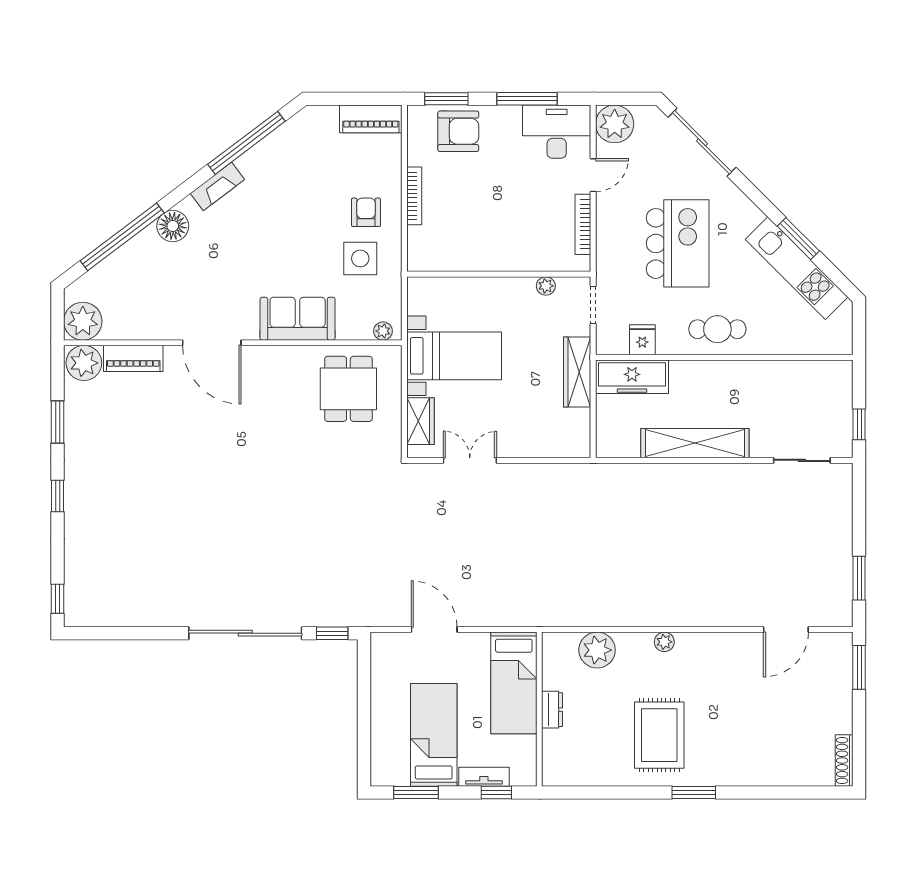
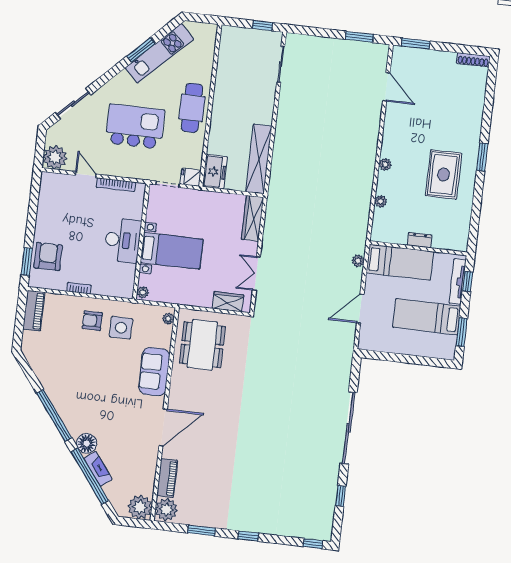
window: (527, 99) -> (33, 211), removed
desk: (557, 132) -> (123, 240), moved, turned 180
sliding door: (702, 142) -> (73, 104), width x0.73
window: (246, 143) -> (54, 415), moved
fireplace: (217, 186) -> (98, 469), moved
bookcase: (414, 196) -> (79, 288), width x0.64
plant: (546, 286) -> (143, 292), moved
cafe table: (717, 329) -> (192, 108), width x1.37, depth x1.35
fridge: (642, 340) -> (191, 177), moved
bed with nightstands: (454, 356) -> (172, 251), moved, turned 90
wardrobe: (577, 372) -> (253, 218), moved, turned 90
freezer: (632, 377) -> (215, 172), width x0.71
dining table: (348, 389) -> (202, 345), width x1.38
shelving: (695, 443) -> (259, 159), moved
plant: (508, 617) -> (358, 261), added
window: (332, 633) -> (341, 496), moved
plant: (597, 650) -> (381, 201), width x0.53, depth x0.53
rug: (659, 735) -> (444, 174), turned 90
tv unit: (484, 777) -> (458, 282), width x1.41

